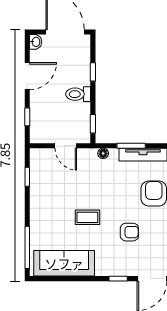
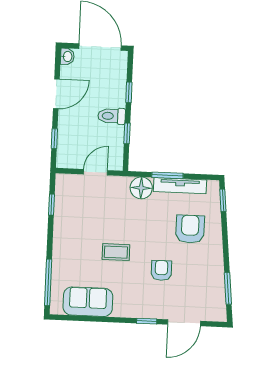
window: (93, 124) -> (127, 133), moved
door: (66, 146) -> (95, 172), swing flipped
floor lamp: (103, 153) -> (141, 188), width x1.89, depth x1.89
armchair: (129, 232) -> (161, 270), turned -90
sofa: (64, 263) -> (88, 302), width x0.73

